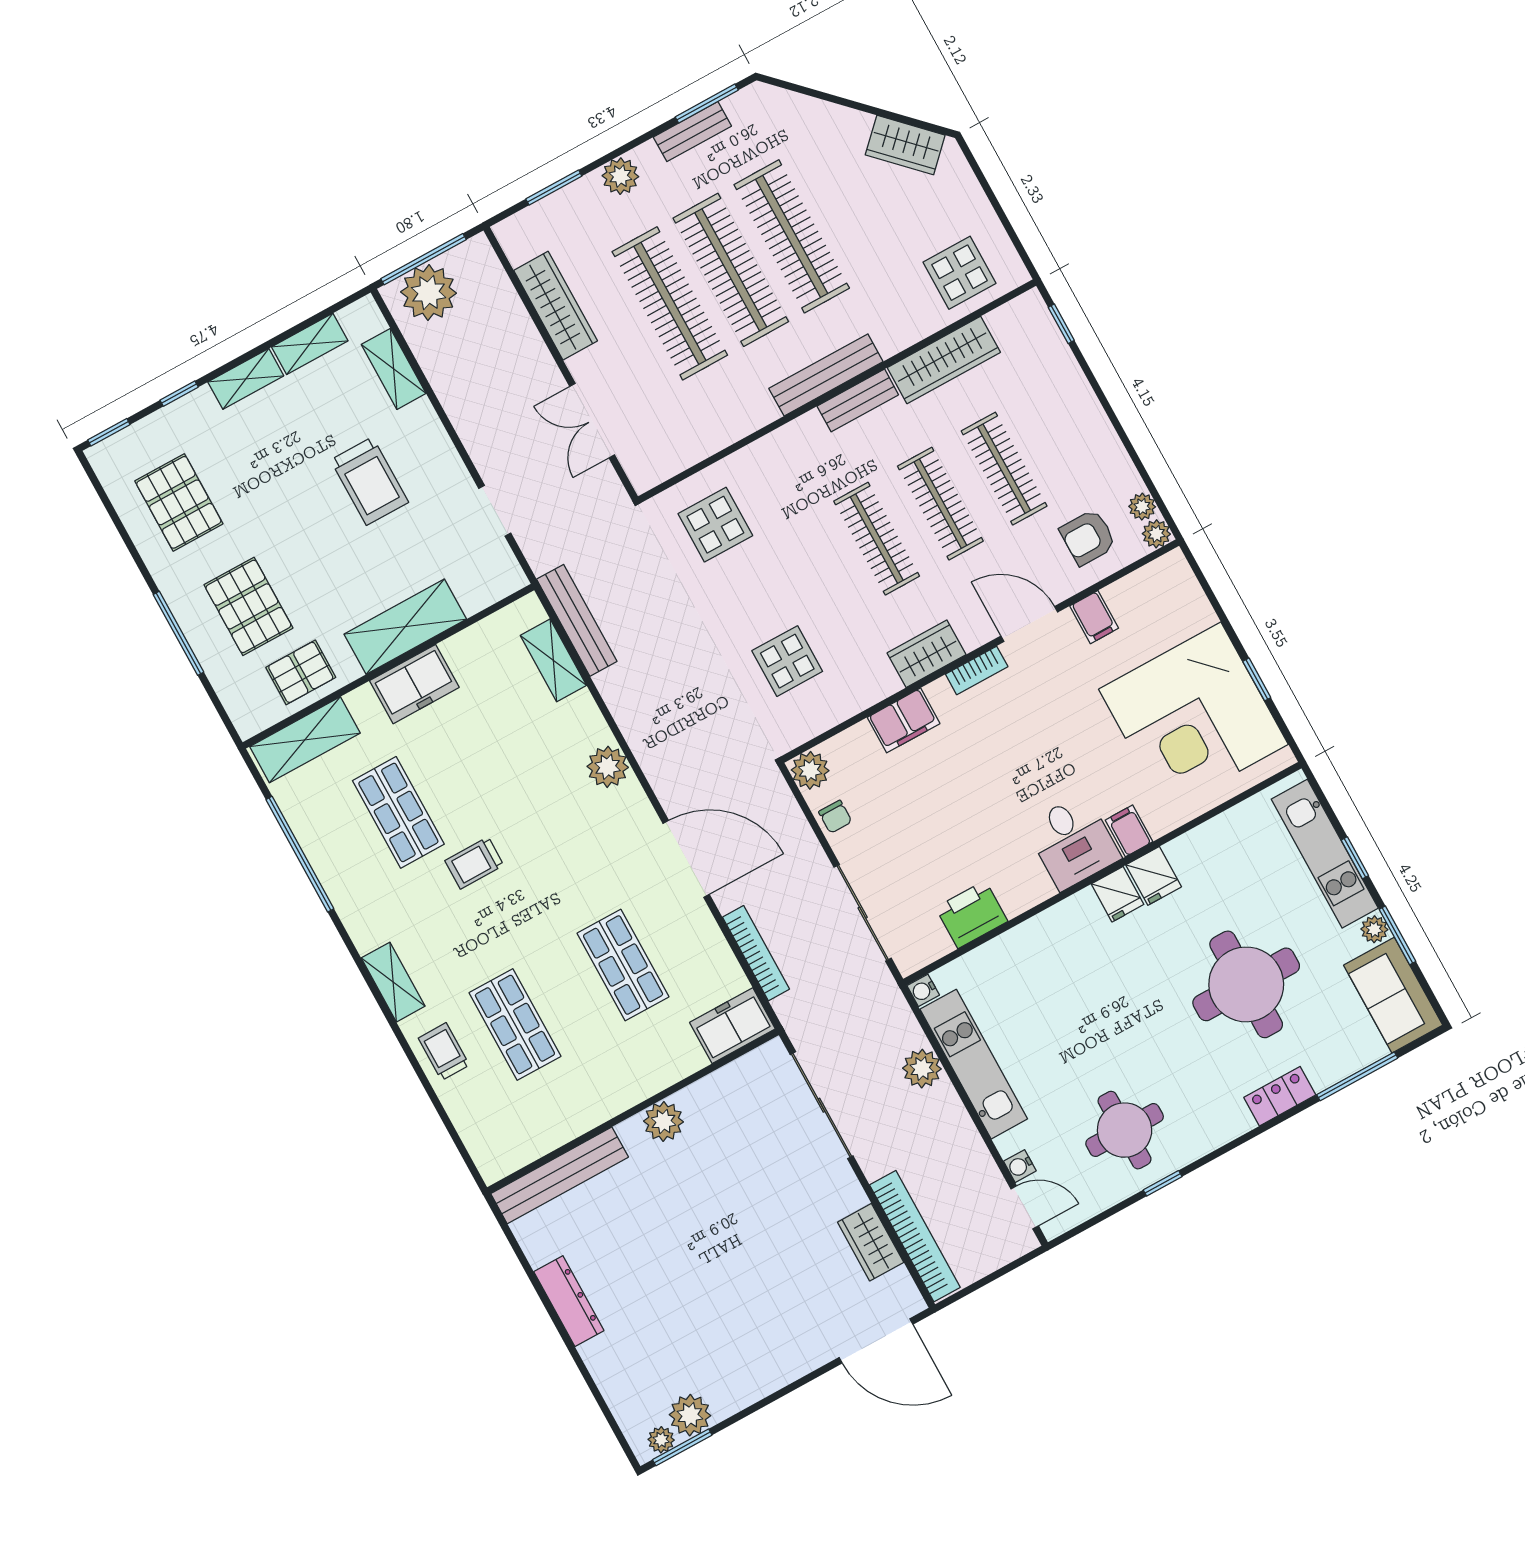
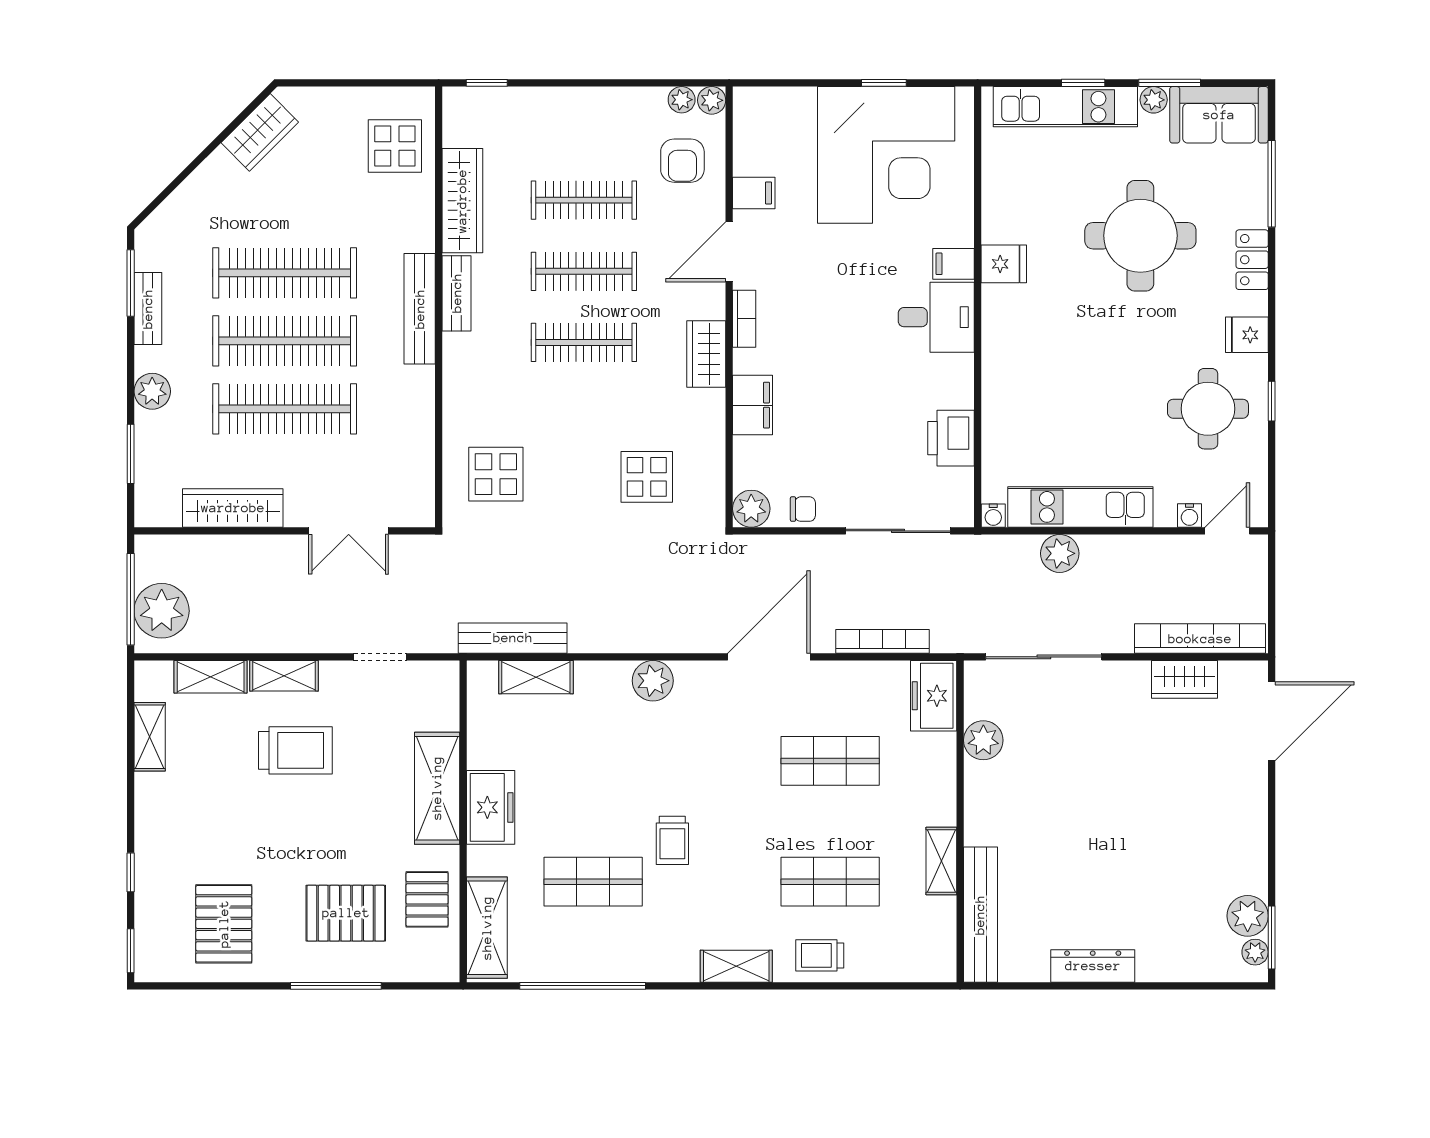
shelving: (246, 379) -> (284, 676), moved, turned 90
pallet: (179, 502) -> (224, 924), turned 90
fridge: (1118, 894) -> (1247, 335), moved, turned 180
shelving: (588, 1114) -> (941, 861), added
plant: (664, 1121) -> (983, 740), moved

